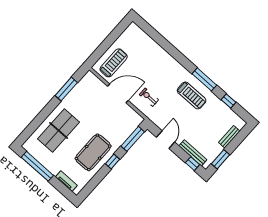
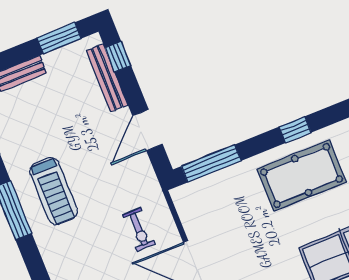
treadmill: (192, 95) -> (54, 191), turned 180
window: (112, 162) -> (295, 130), moved

